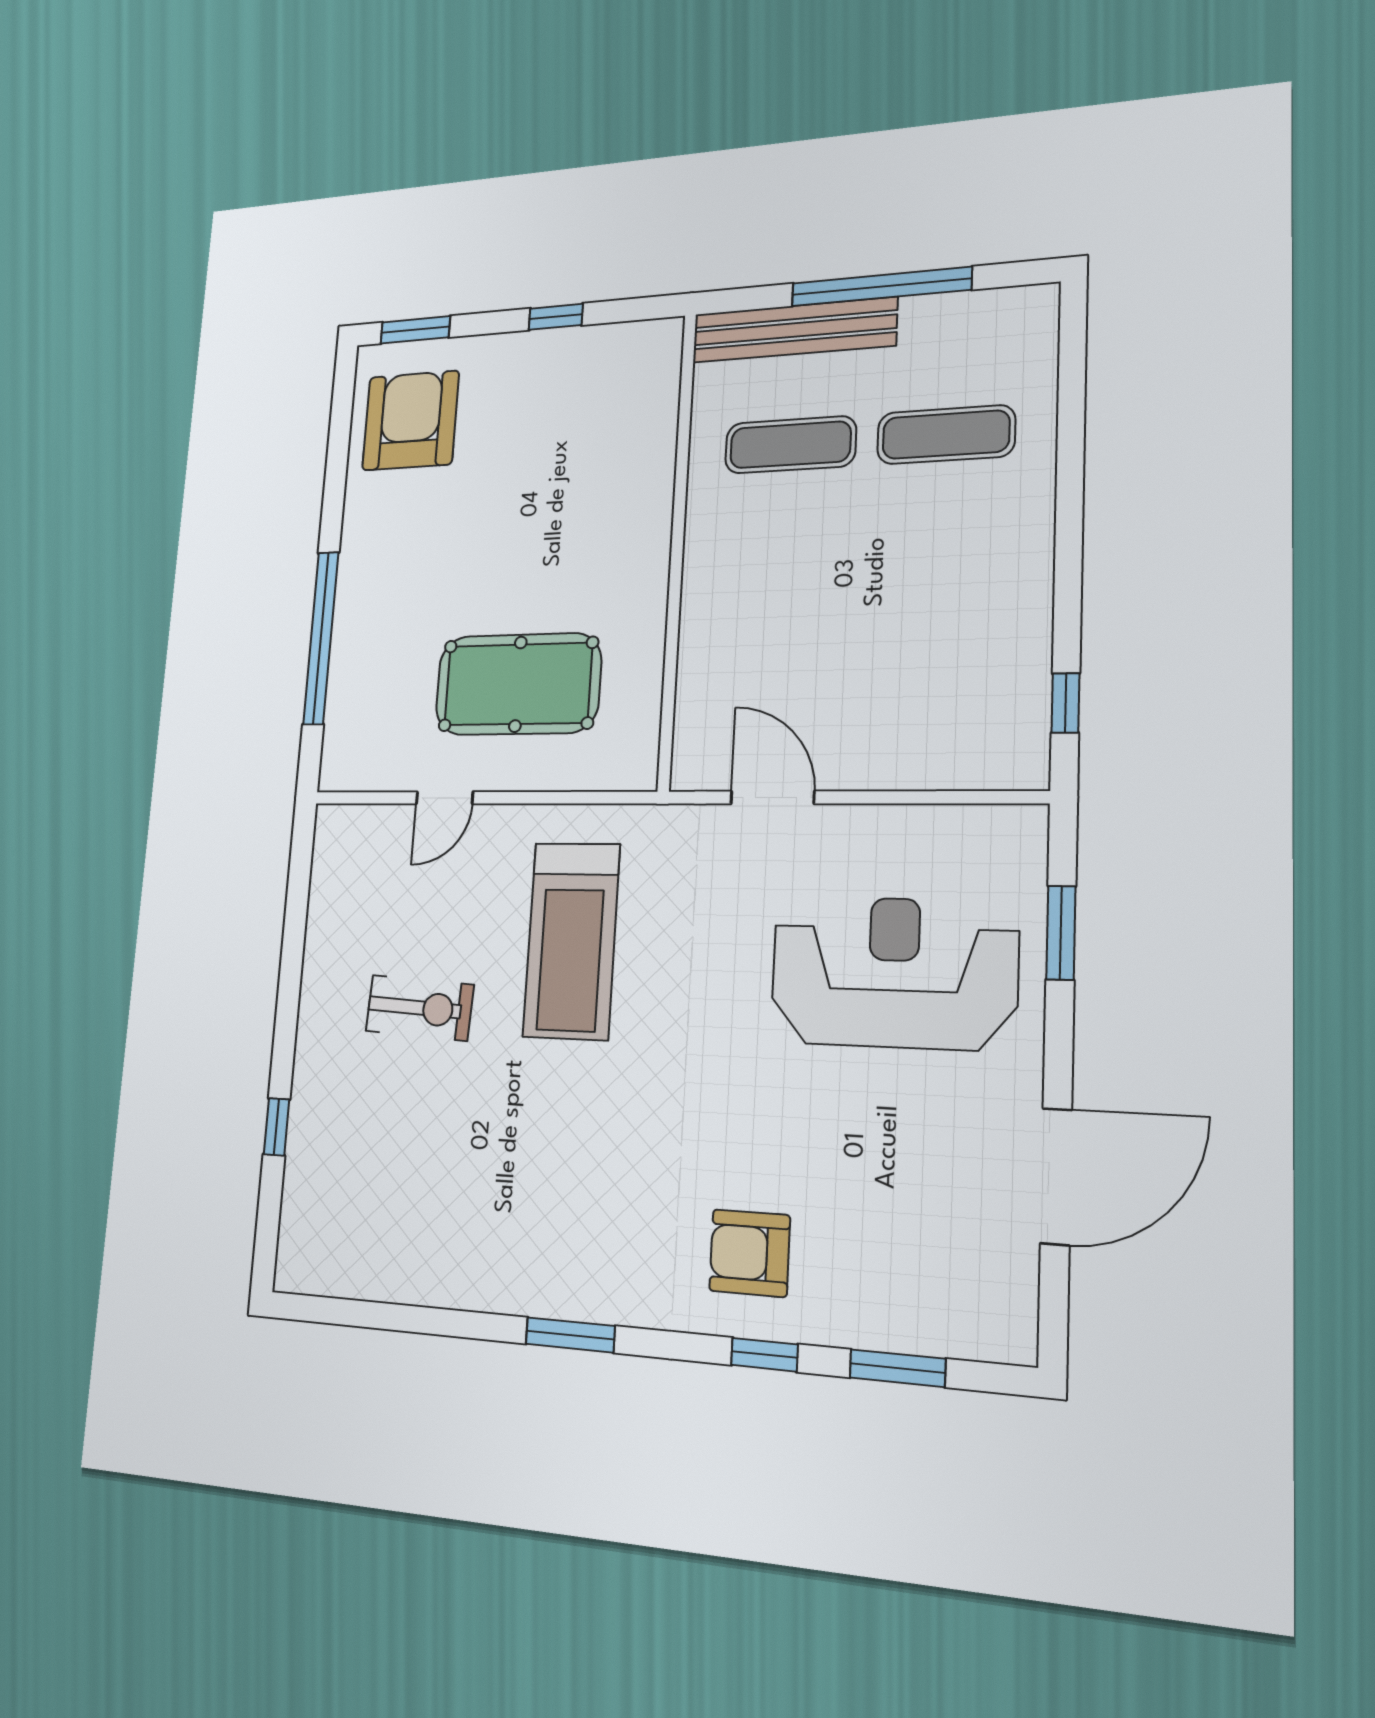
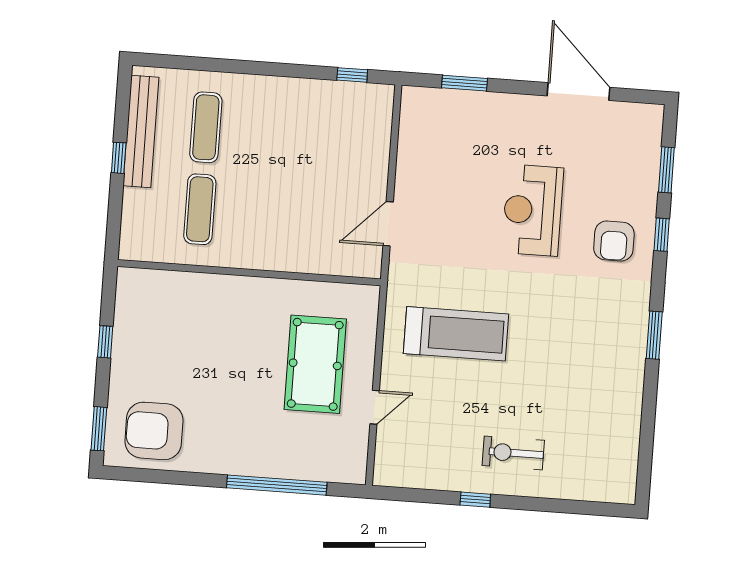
window: (881, 287) -> (119, 158), width x0.32
bench: (794, 330) -> (141, 131), moved
door: (445, 798) -> (375, 407), hinge flipped
reception desk: (893, 972) -> (533, 210), moved, width x0.74, depth x0.77
exercise bike: (419, 1008) -> (513, 453), moved, turned -93
window: (277, 1127) -> (475, 500), moved

